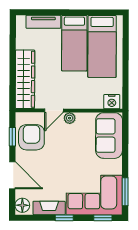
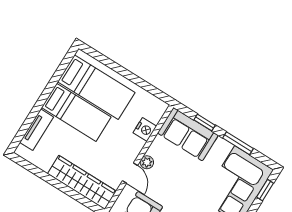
nightstand: (112, 102) -> (145, 129), moved
window: (125, 142) -> (205, 122), added
window: (125, 192) -> (238, 143), moved

